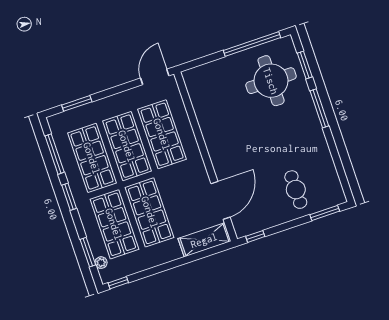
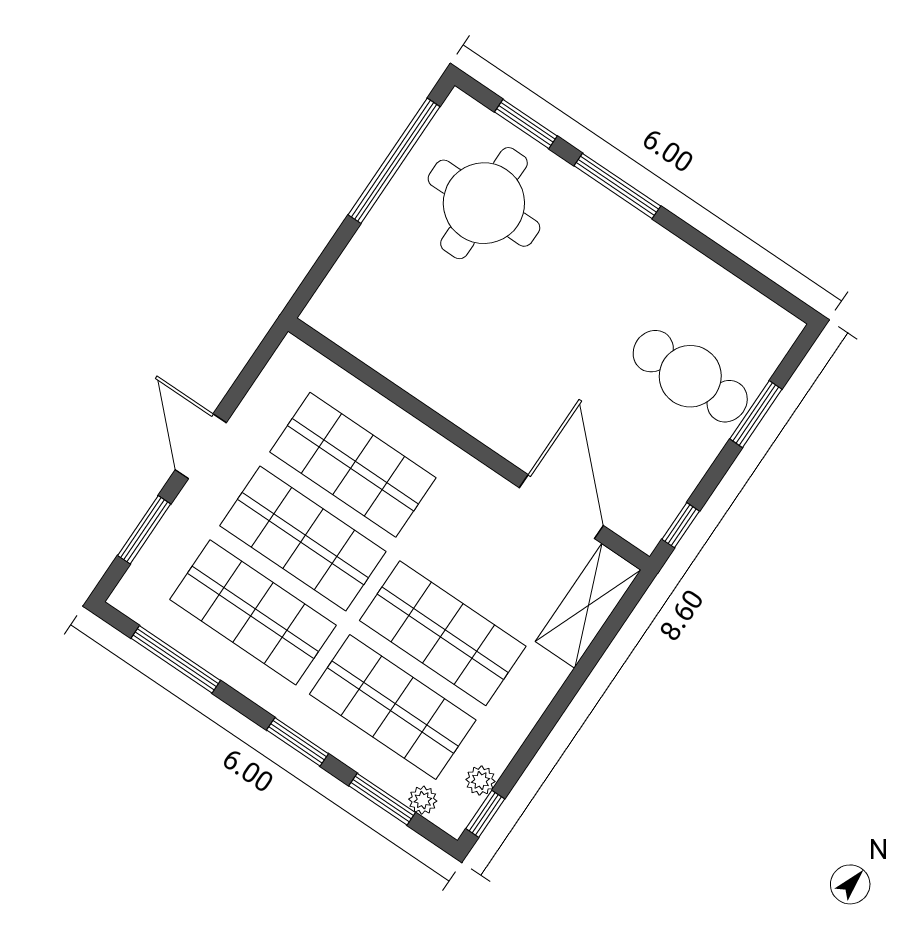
door: (155, 77) -> (201, 446), moved
cafe table: (296, 190) -> (690, 376), width x1.37, depth x1.35
window: (69, 197) -> (297, 742), moved
window: (325, 213) -> (756, 414), moved
plant: (125, 271) -> (480, 781), added

